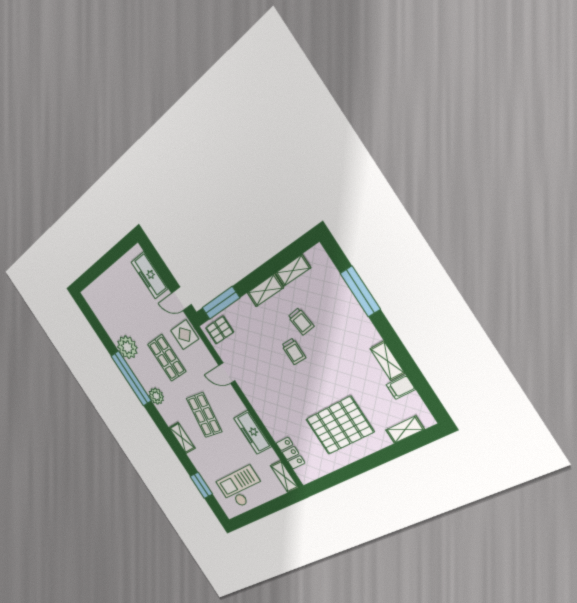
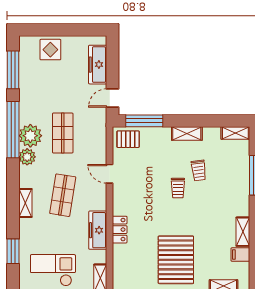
shelving: (293, 270) -> (235, 133), moved
door: (181, 299) -> (112, 98), hinge flipped
window: (97, 326) -> (13, 70), added
display table: (185, 335) -> (50, 50), moved
plant: (127, 347) -> (30, 136), moved
pallet: (340, 425) -> (176, 260), turned 90
locker: (290, 453) -> (120, 230), moved

